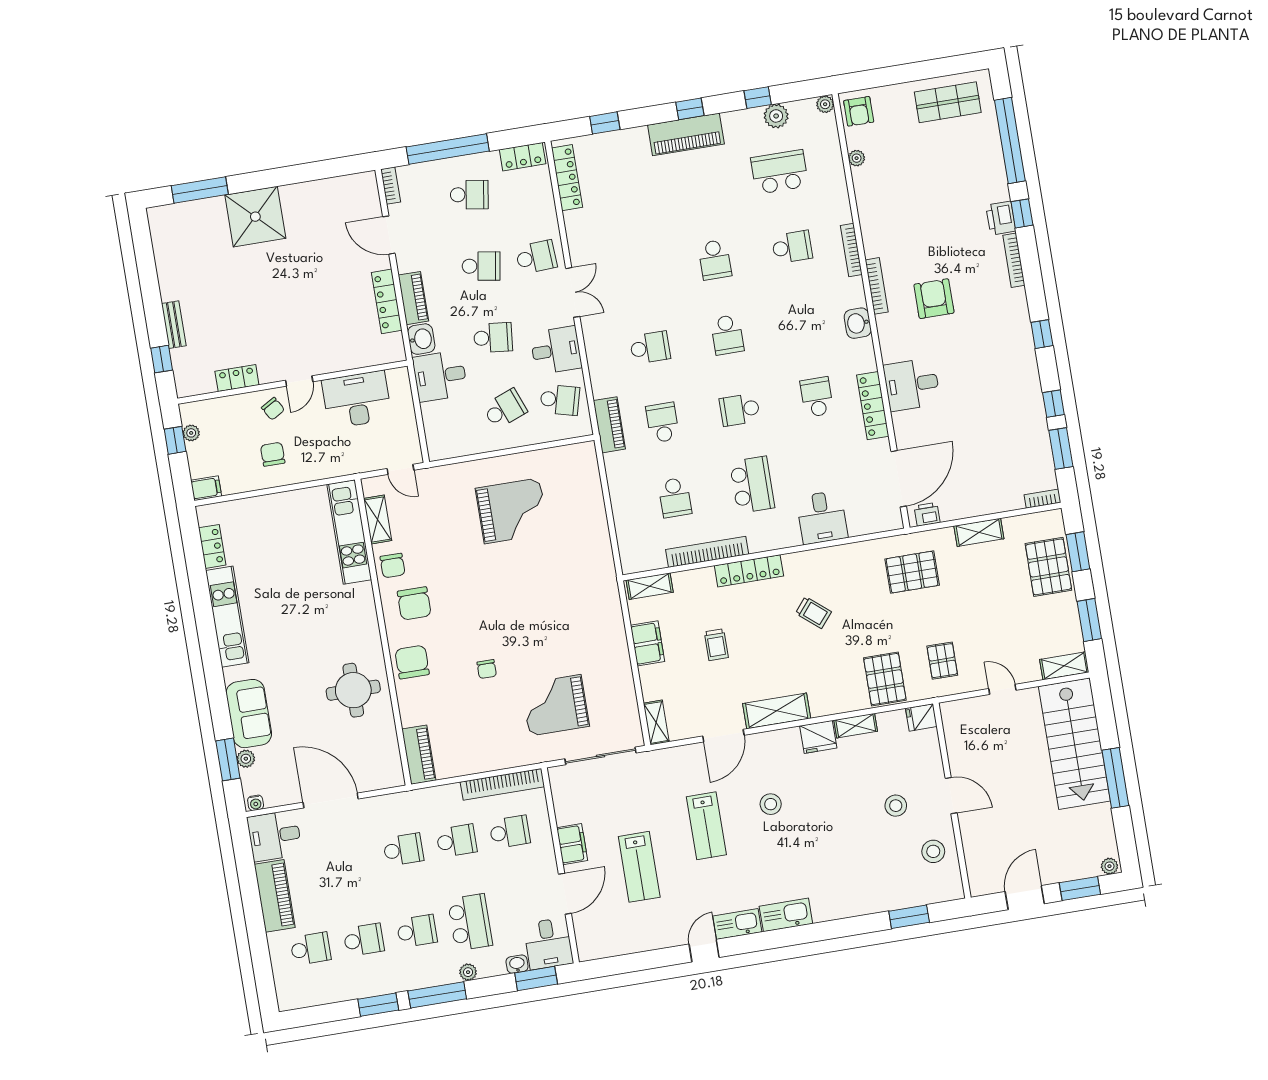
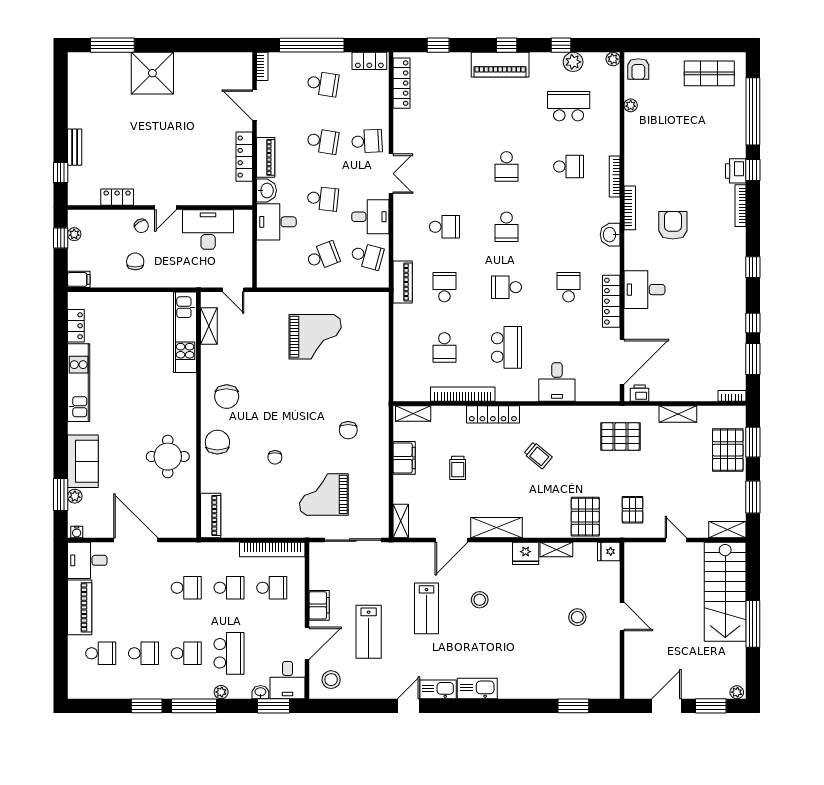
chair: (393, 566) -> (348, 430), moved
stool: (933, 851) -> (331, 680), moved

